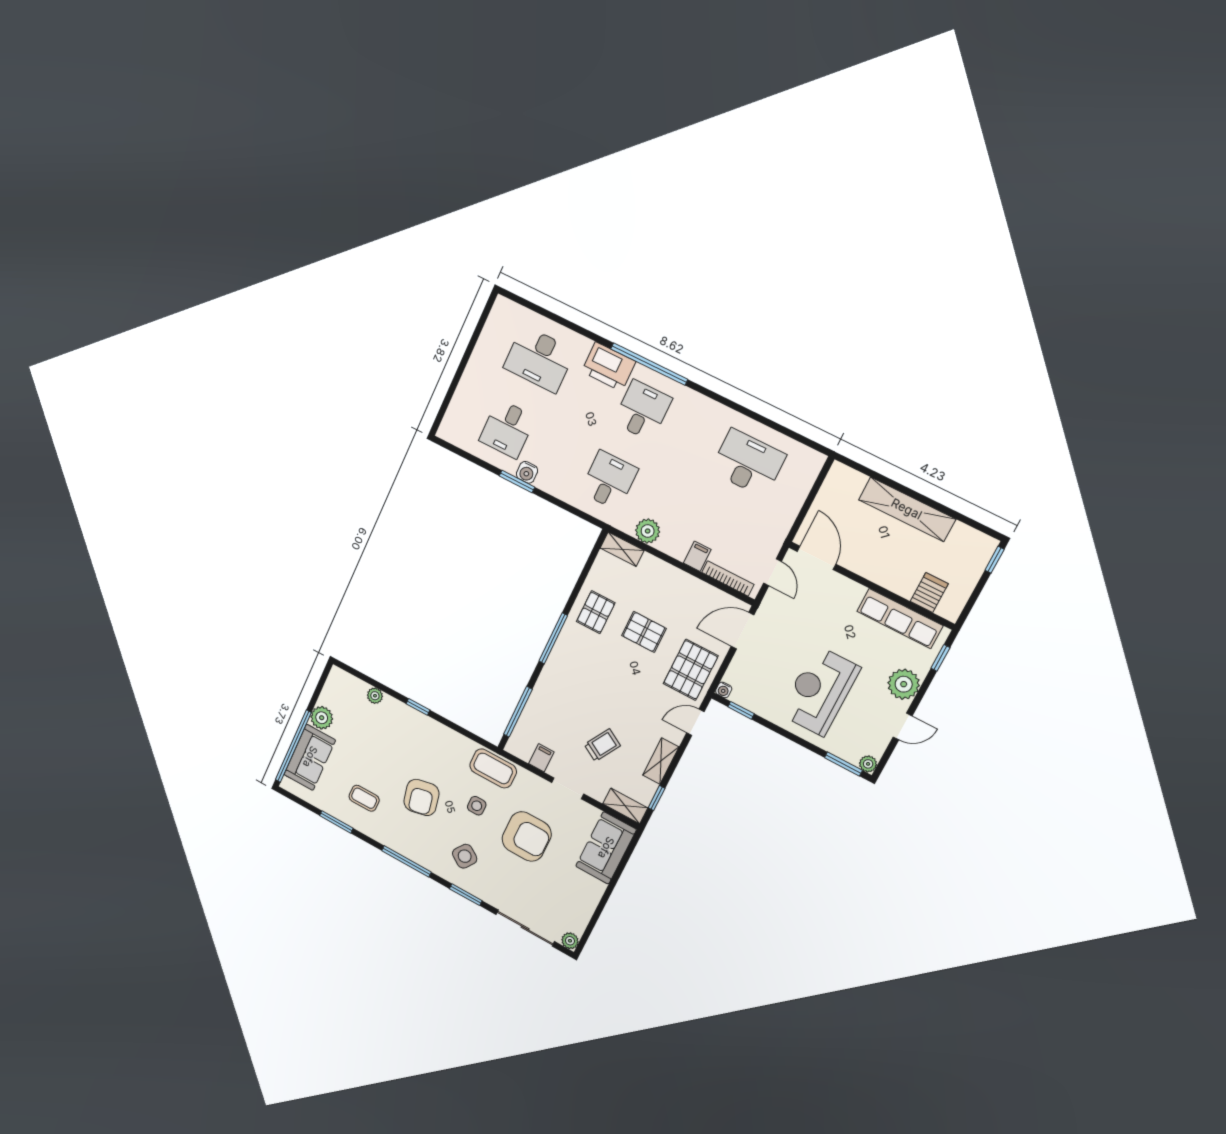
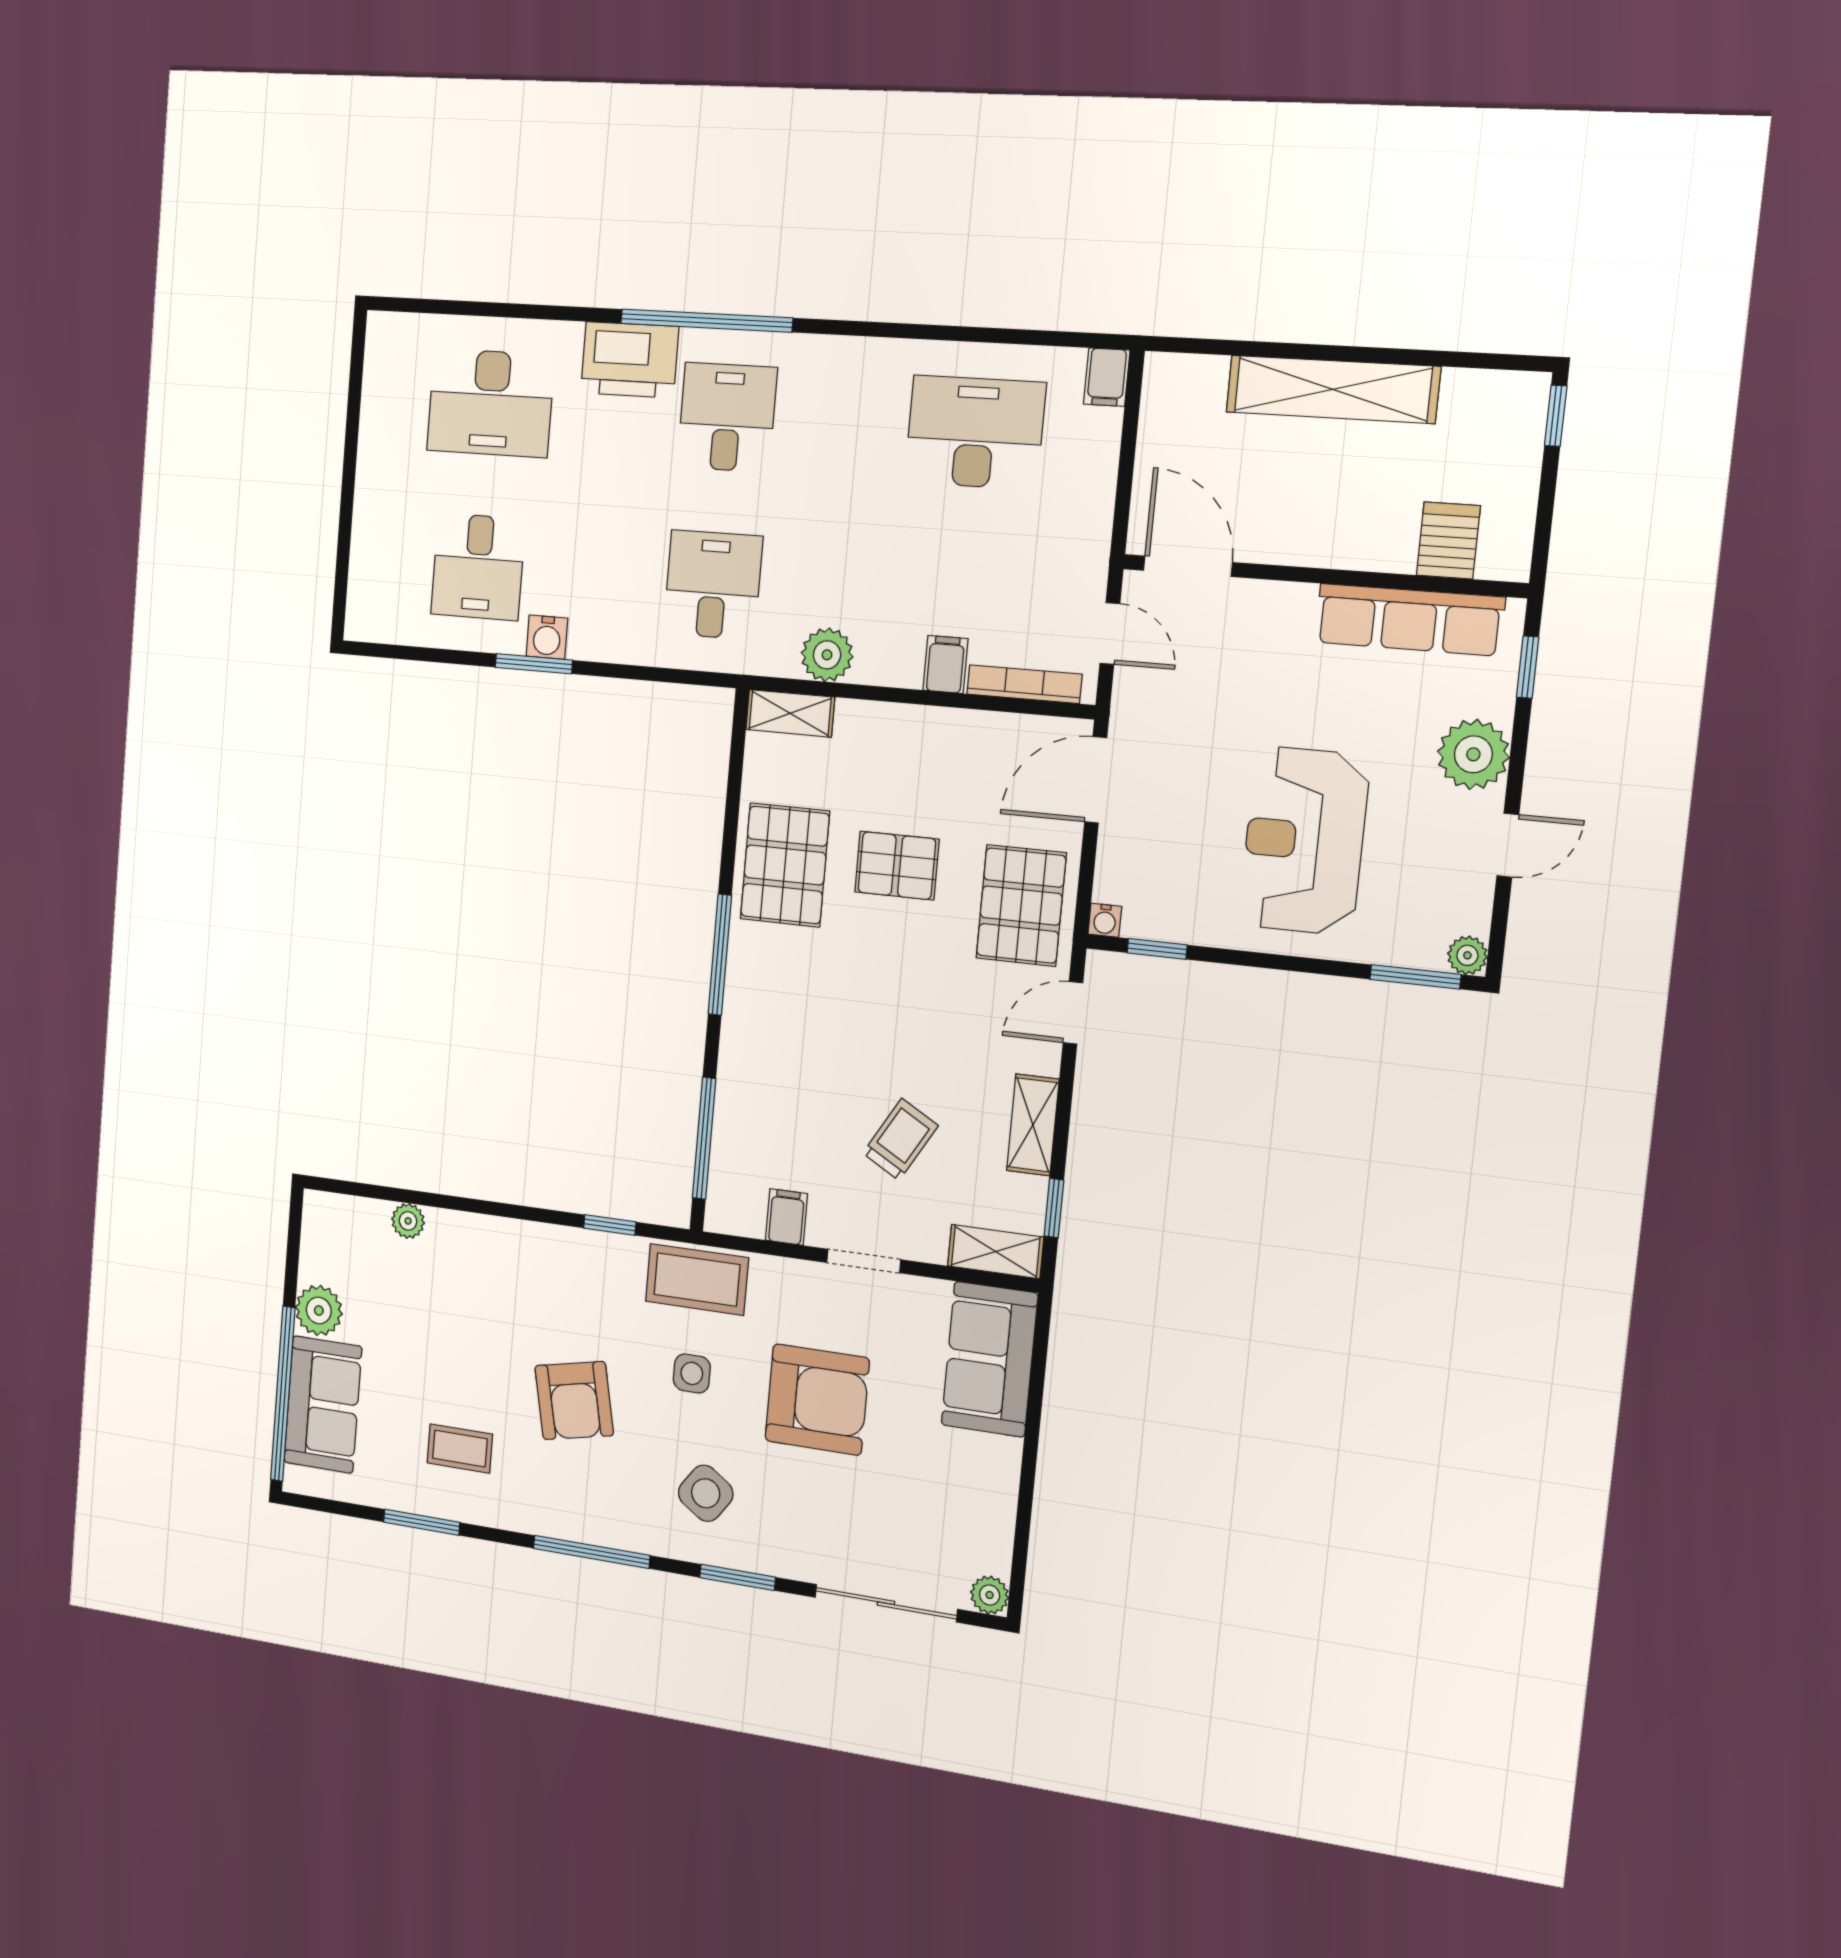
filing cabinet: (814, 463) -> (1107, 377), added
pallet: (596, 612) -> (785, 865), width x1.50, depth x1.42
window: (418, 707) -> (610, 1225), moved

